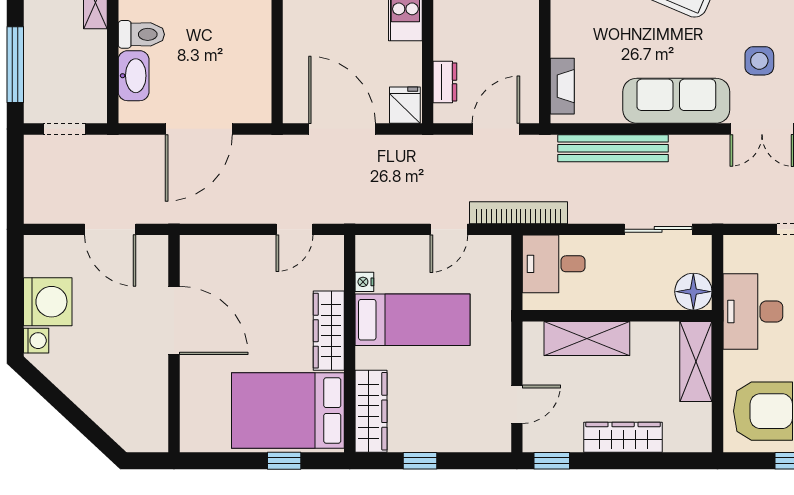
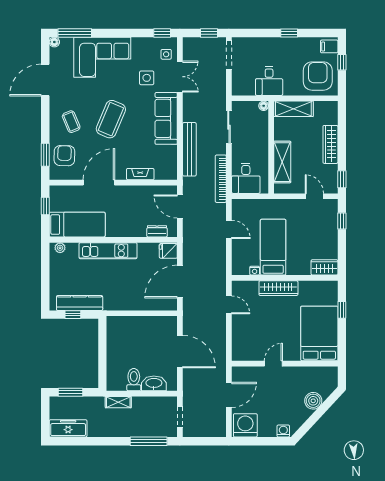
fireplace: (562, 86) -> (140, 174), moved
bookcase: (519, 213) -> (221, 179), moved
floor lamp: (693, 292) -> (264, 106), width x0.53, depth x0.53
washing machine: (48, 302) -> (245, 425), moved
desk: (753, 312) -> (269, 81), width x0.73
door: (174, 320) -> (273, 364), width x0.53
boiler: (98, 402) -> (313, 401), added
bed: (288, 411) -> (319, 333), moved, turned 180
wardrobe: (371, 411) -> (324, 267), width x0.67
window: (420, 461) -> (342, 221), moved

